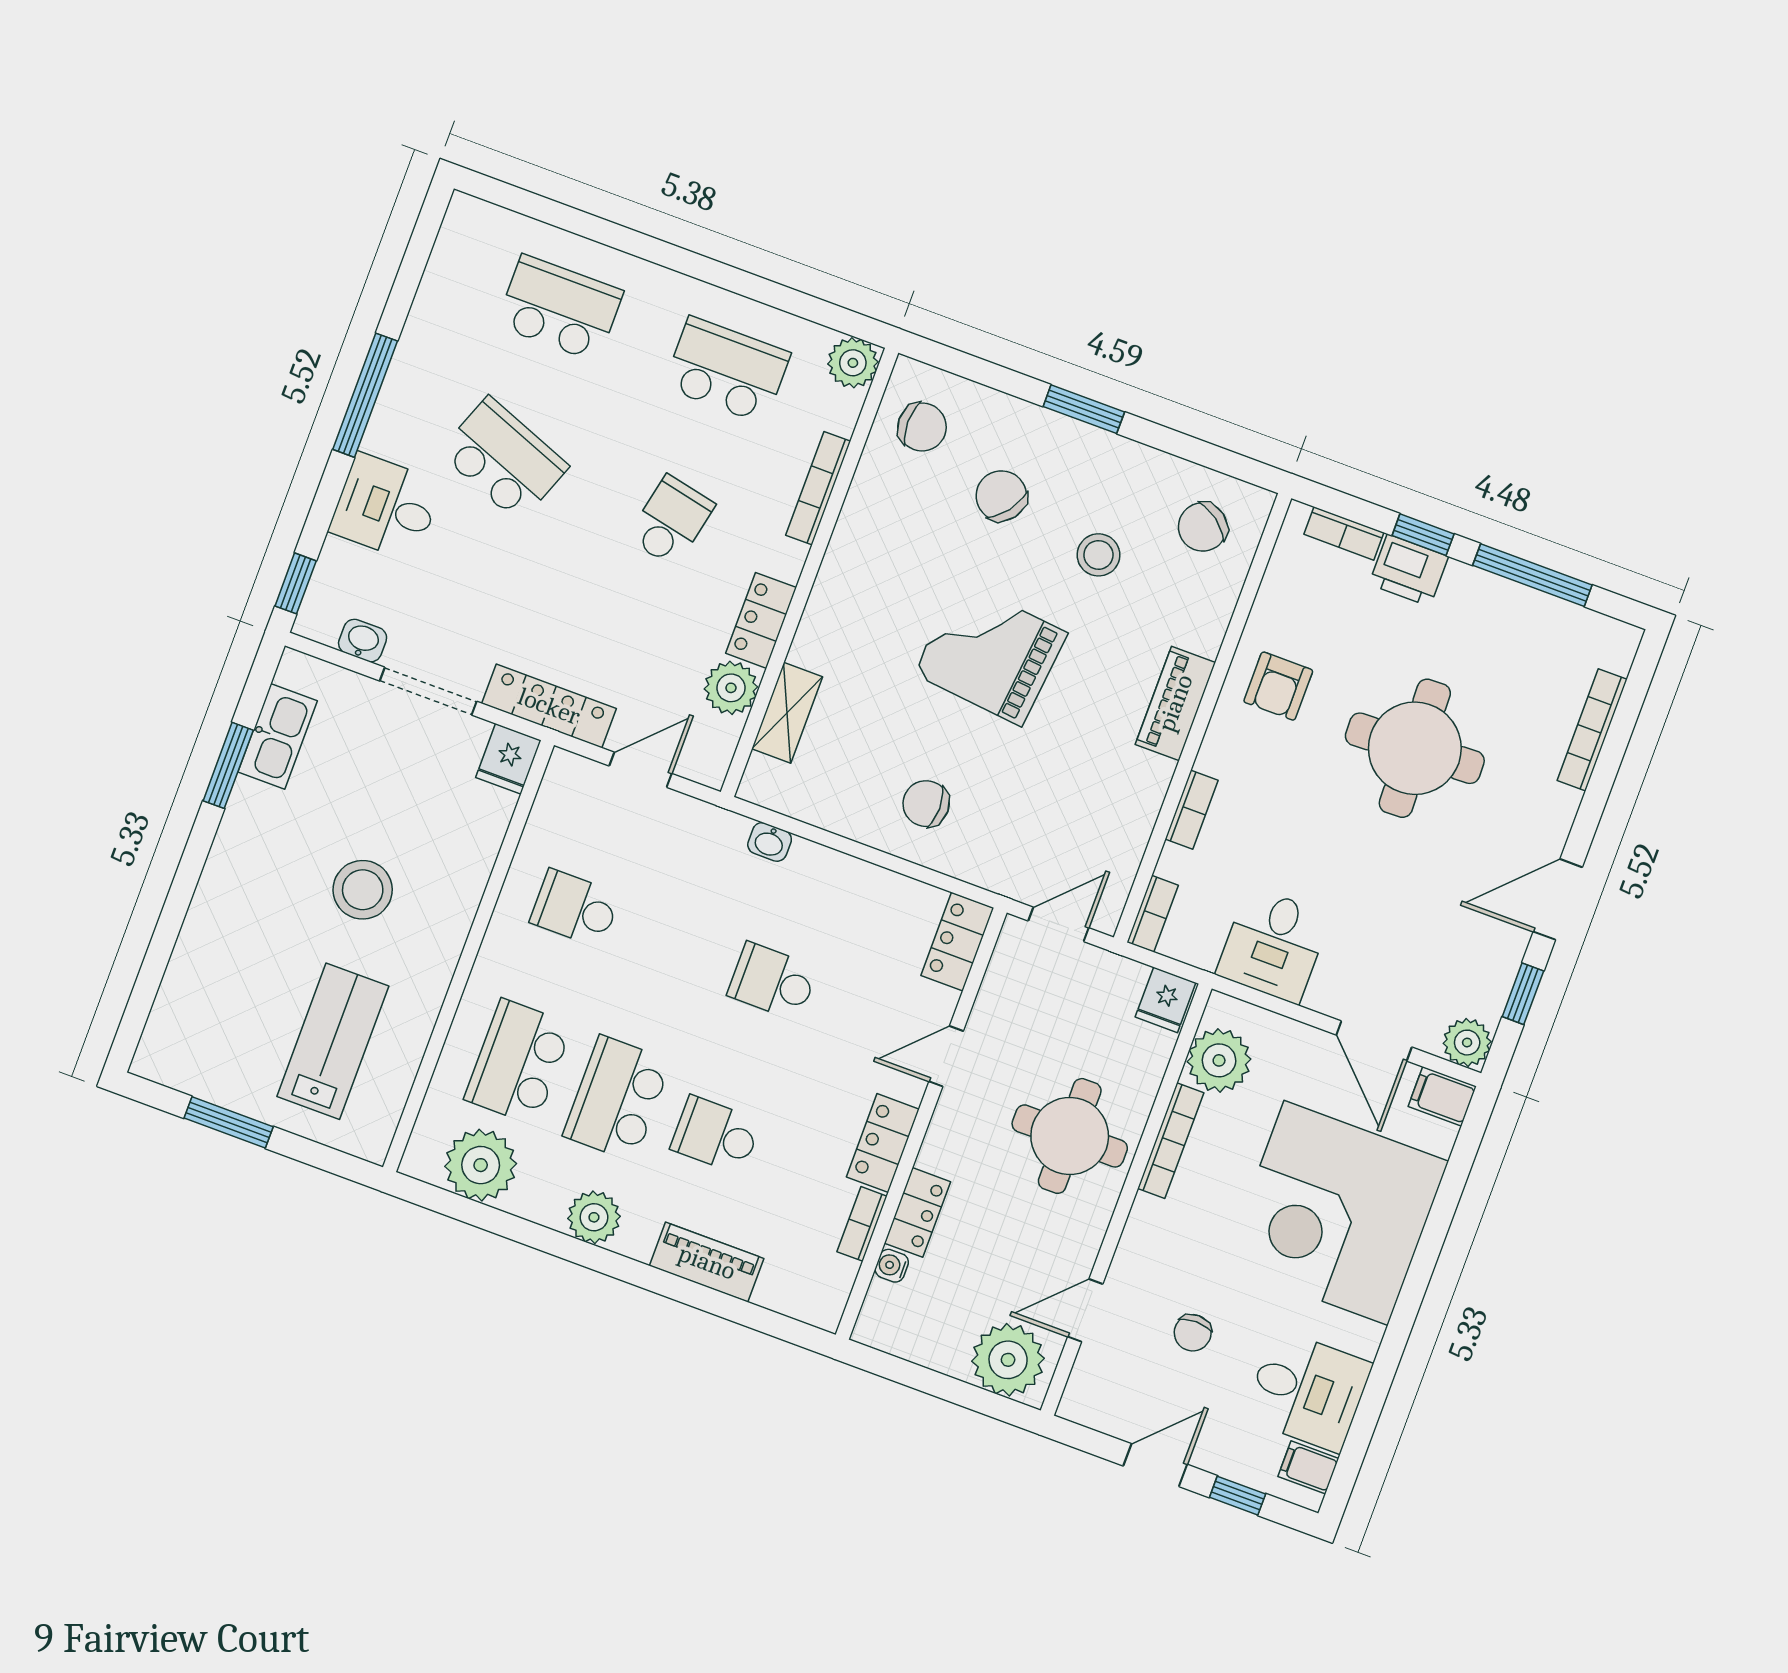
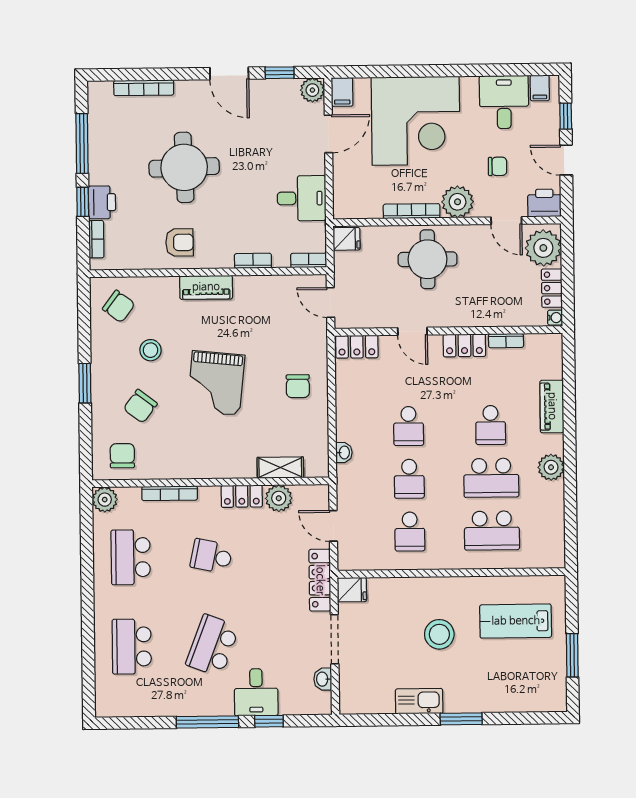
window: (296, 583) -> (269, 721), moved
kitchen sink: (278, 736) -> (419, 701), moved
window: (228, 765) -> (461, 719), moved
school desk: (674, 945) -> (409, 479), added
plant: (1219, 1060) -> (458, 202), moved
plant: (481, 1165) -> (547, 530), removed
locker: (917, 1212) -> (552, 288), moved, turned -90
water cooler: (892, 1266) -> (555, 318), moved, turned -90
printer: (1091, 1394) -> (544, 203), added

